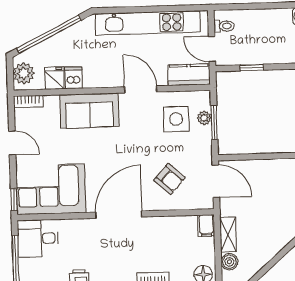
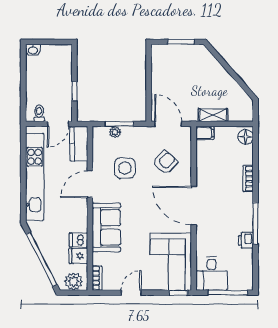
side table: (176, 119) -> (125, 168), moved
door: (216, 181) -> (168, 124), hinge flipped
boiler: (229, 262) -> (236, 115), removed

